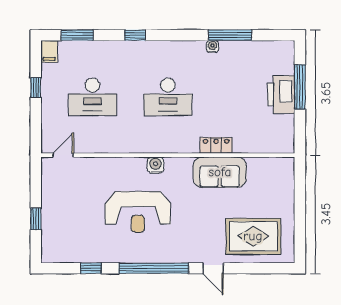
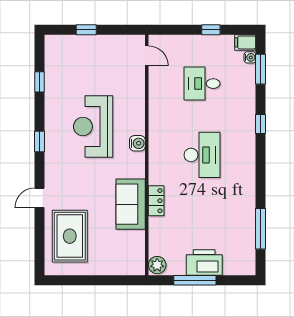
window: (230, 35) -> (261, 229), moved
water cooler: (212, 46) -> (250, 57), moved
window: (300, 87) -> (195, 280), moved
desk: (93, 97) -> (202, 84), width x0.73
desk: (168, 97) -> (202, 155), turned 180
plant: (284, 144) -> (157, 265), added
window: (154, 268) -> (39, 142), width x0.32

